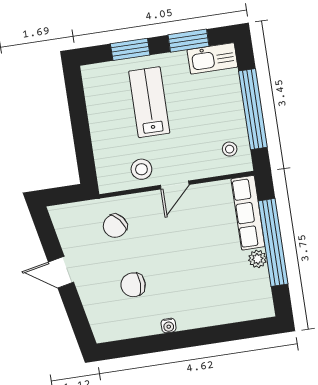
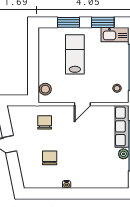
stool: (141, 169) -> (45, 89), moved
chair: (115, 226) -> (45, 122), turned 129
chair: (133, 285) -> (50, 158), turned 90

